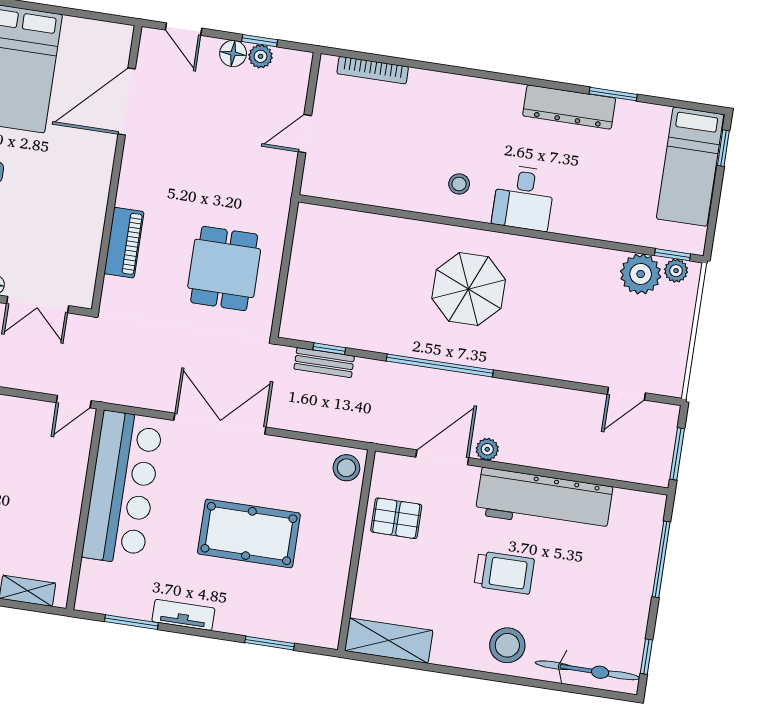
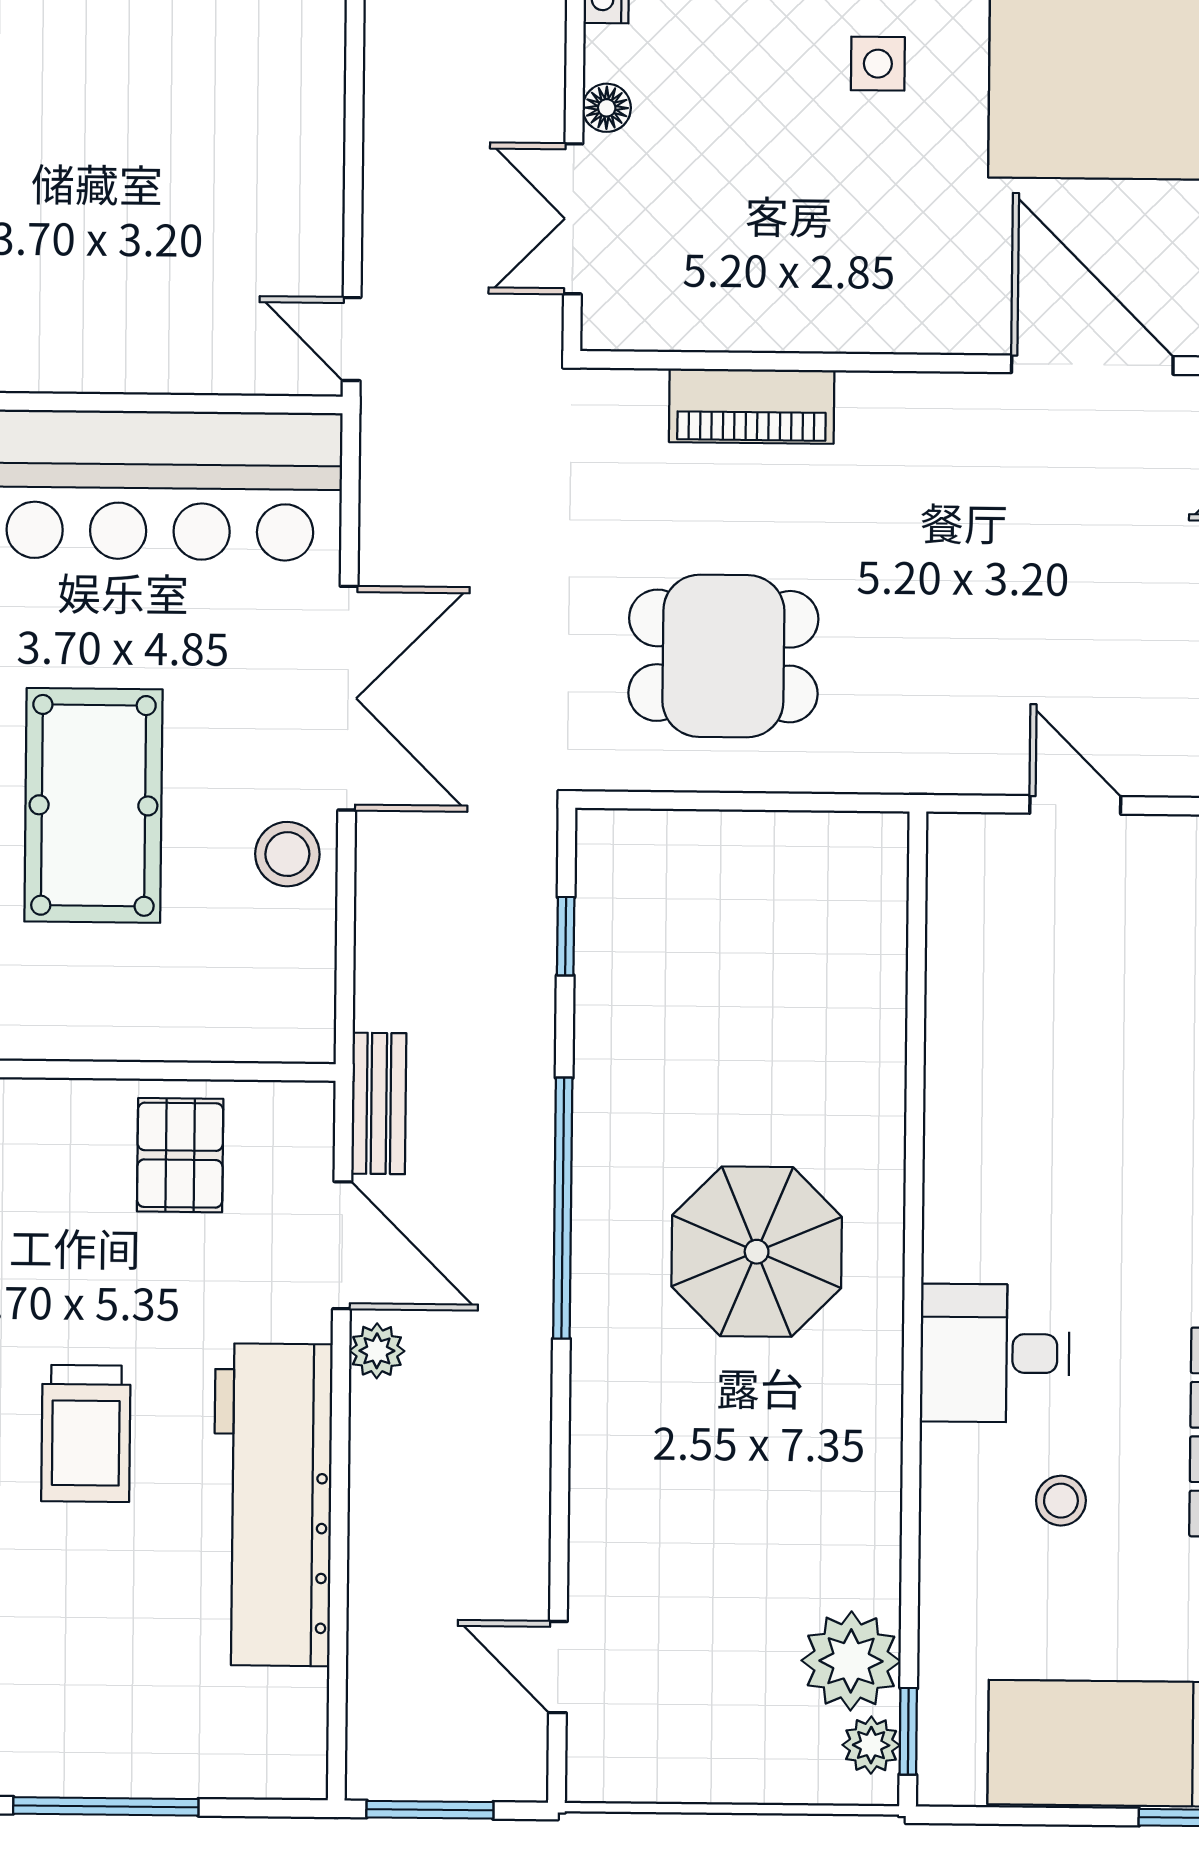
stool: (459, 184) -> (1061, 1501), moved
bench: (324, 363) -> (379, 1103), moved
stool: (346, 468) -> (287, 854), moved
window: (661, 559) -> (106, 1806), moved

